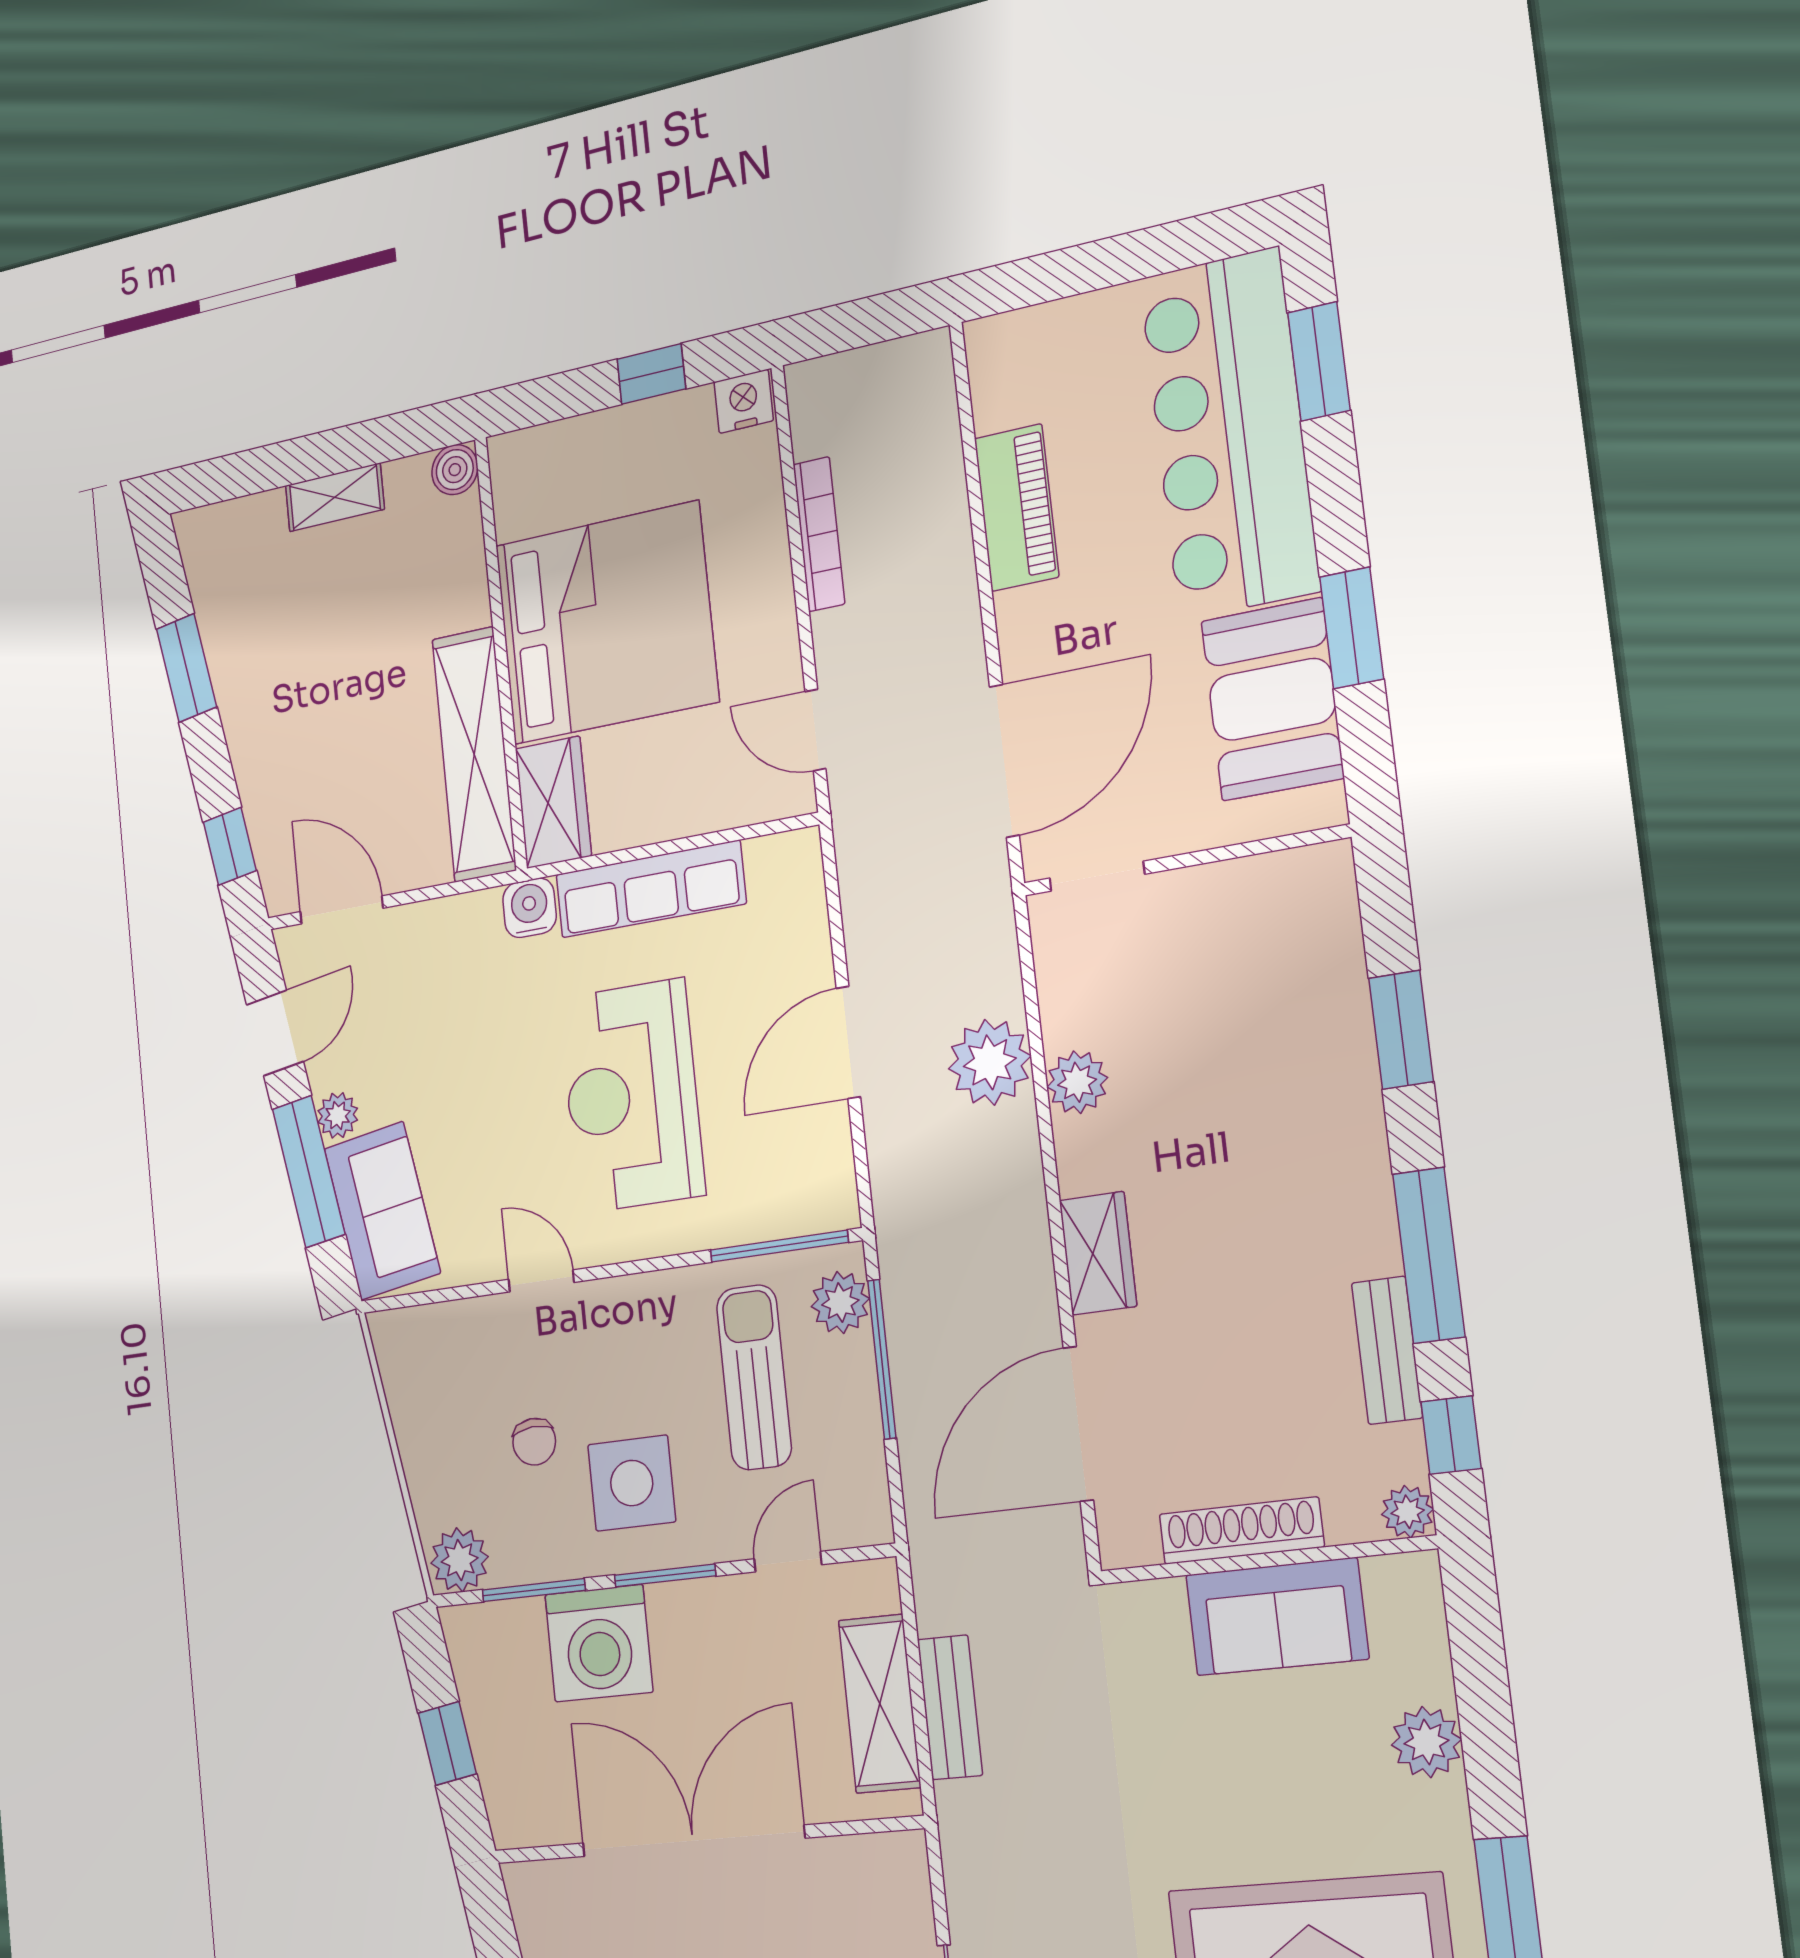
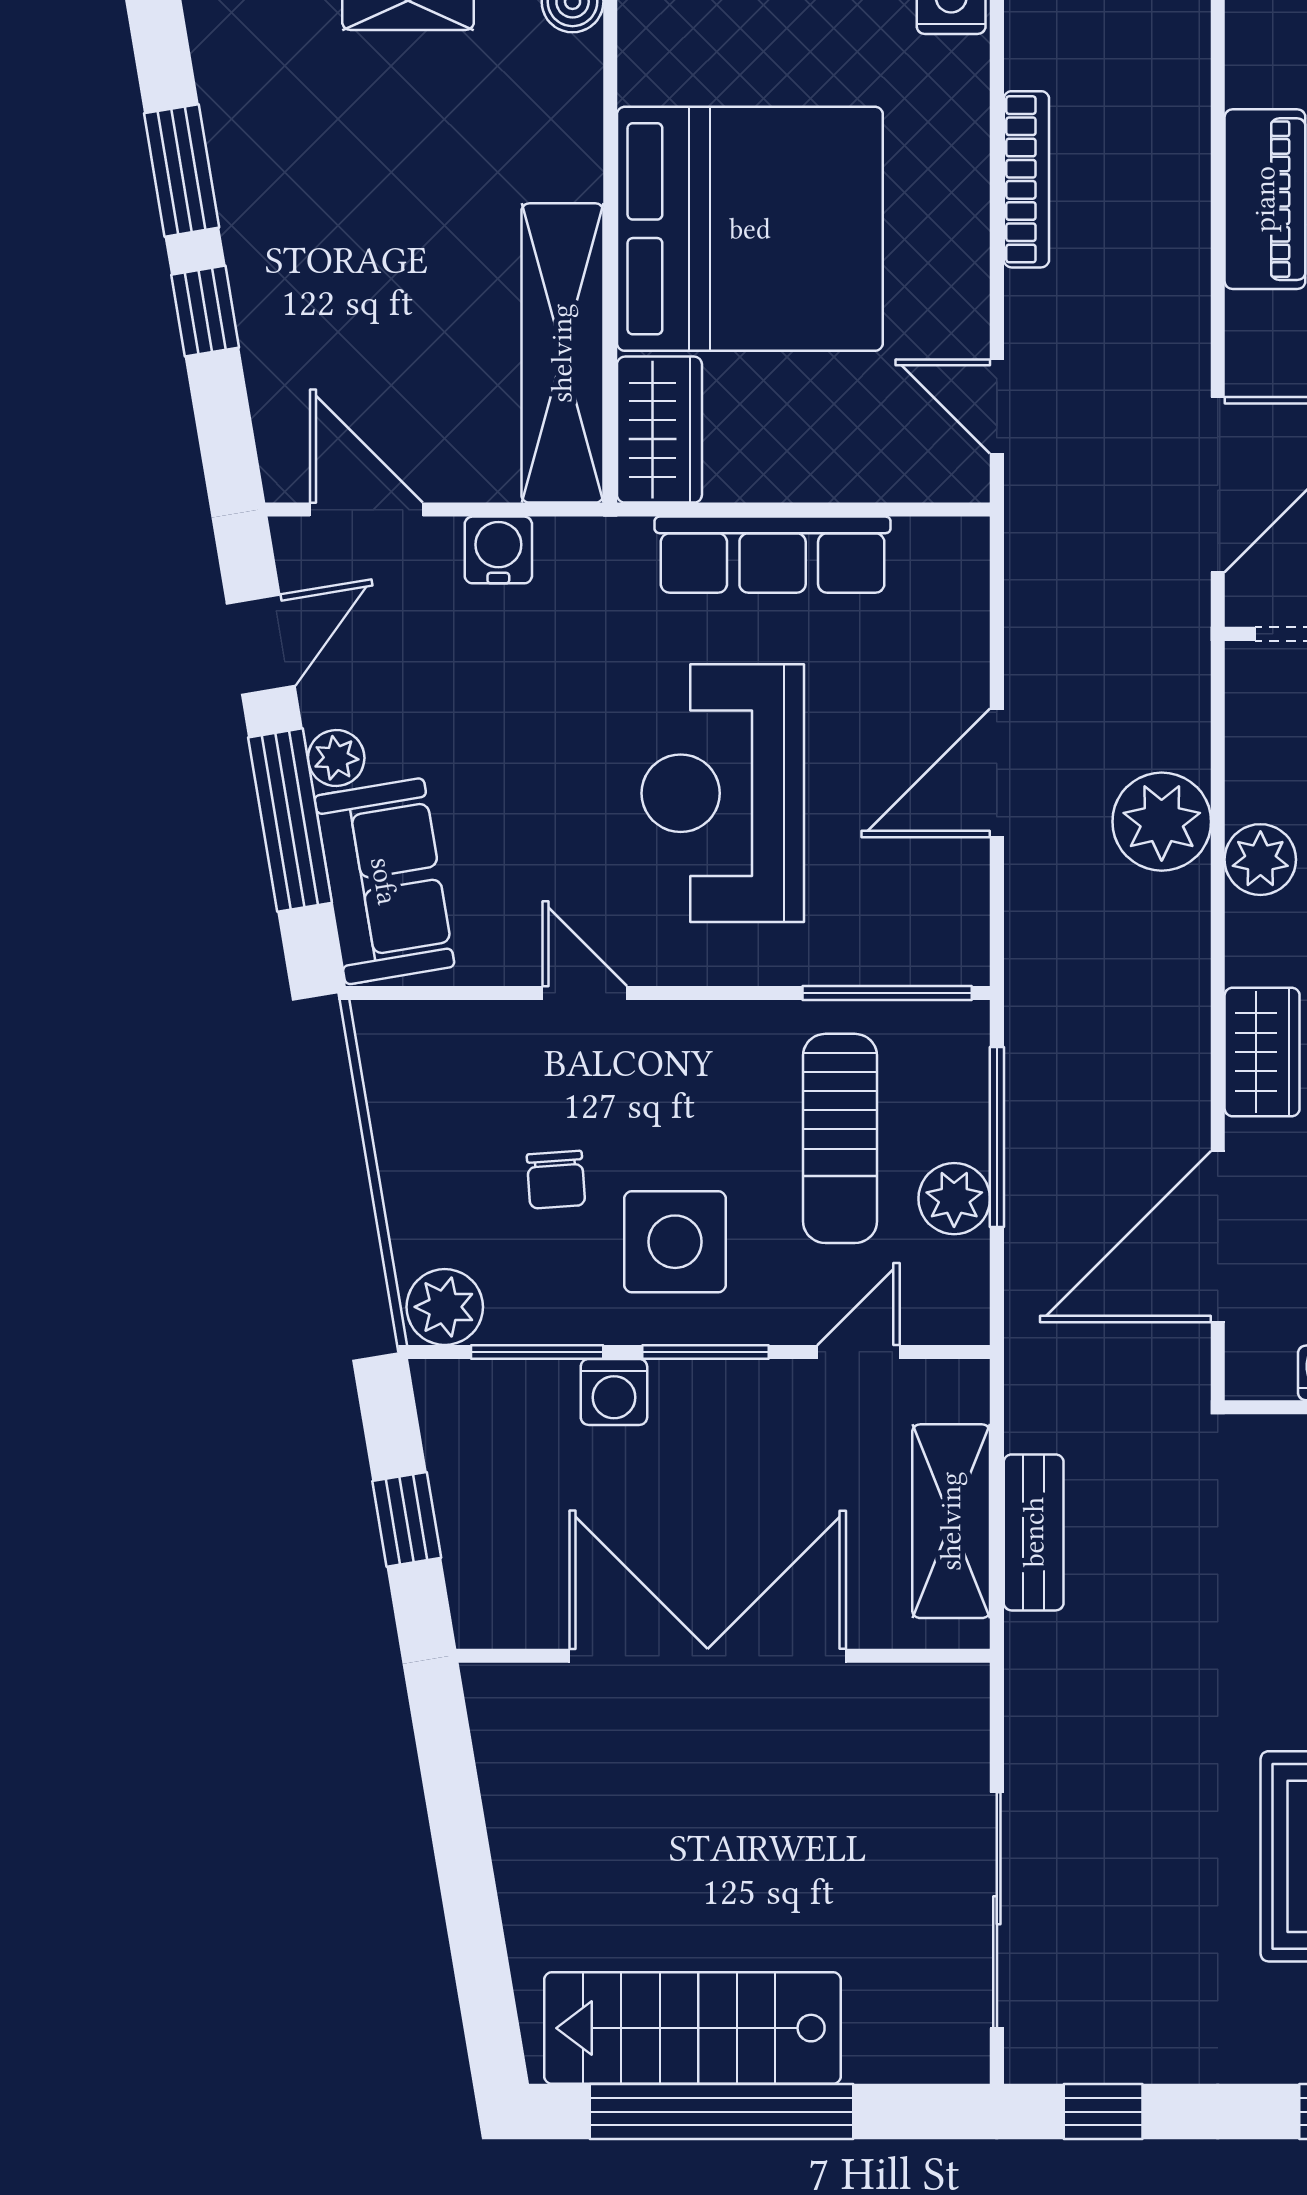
window: (230, 846) -> (205, 311), moved
water cooler: (529, 908) -> (498, 550), moved
plant: (840, 1303) -> (954, 1199), moved
sun lounger: (754, 1377) -> (840, 1138), turned 180
washing machine: (599, 1643) -> (614, 1392), width x0.53, depth x0.53

